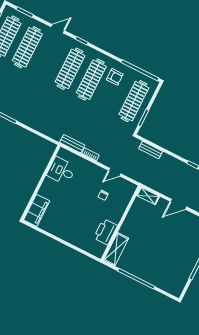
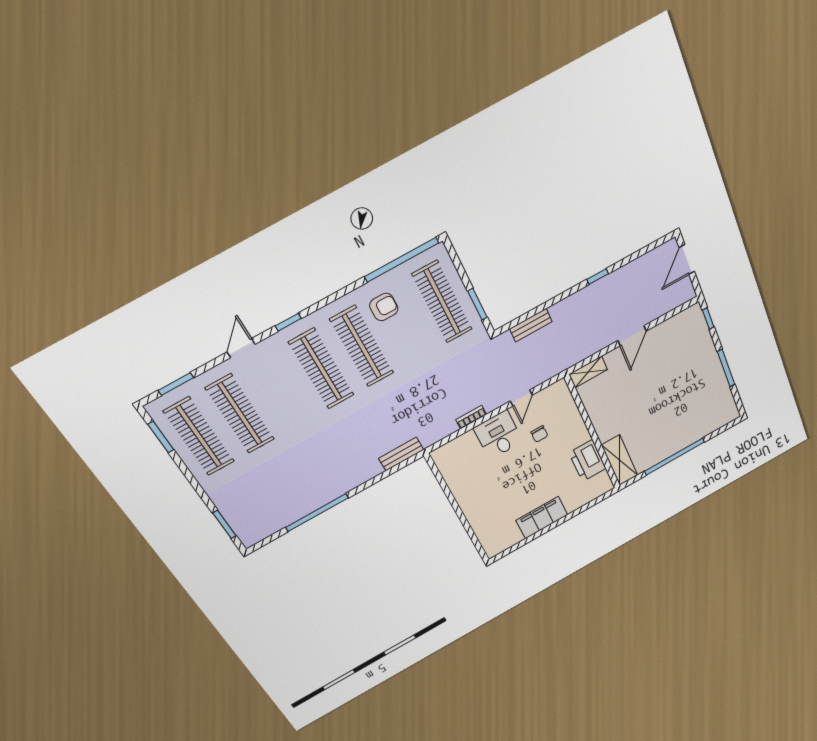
bench: (72, 144) -> (401, 454), moved
desk: (61, 171) -> (498, 435), moved, turned 90
filing cabinet: (37, 210) -> (542, 518), moved, turned -90

